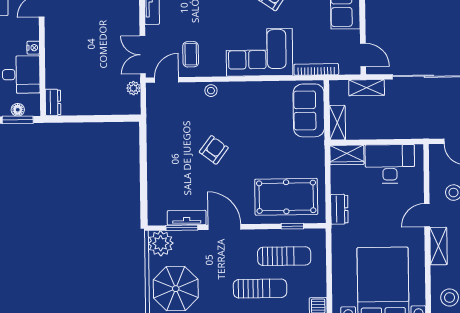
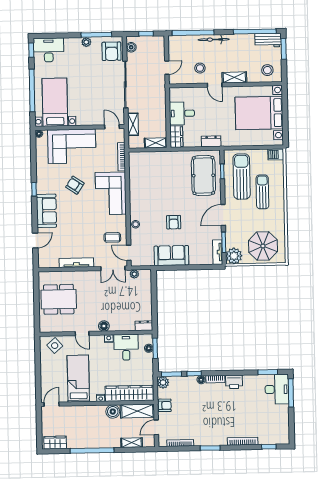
floor lamp: (53, 40) -> (104, 326), added
door: (363, 55) -> (112, 127), hinge flipped
sofa: (309, 110) -> (171, 256), moved, turned 180
armchair: (214, 150) -> (174, 222), turned -127
desk: (390, 164) -> (182, 113), width x0.73
tv unit: (187, 218) -> (218, 252), moved
sun lounger: (284, 256) -> (242, 177), width x1.36, depth x1.34

